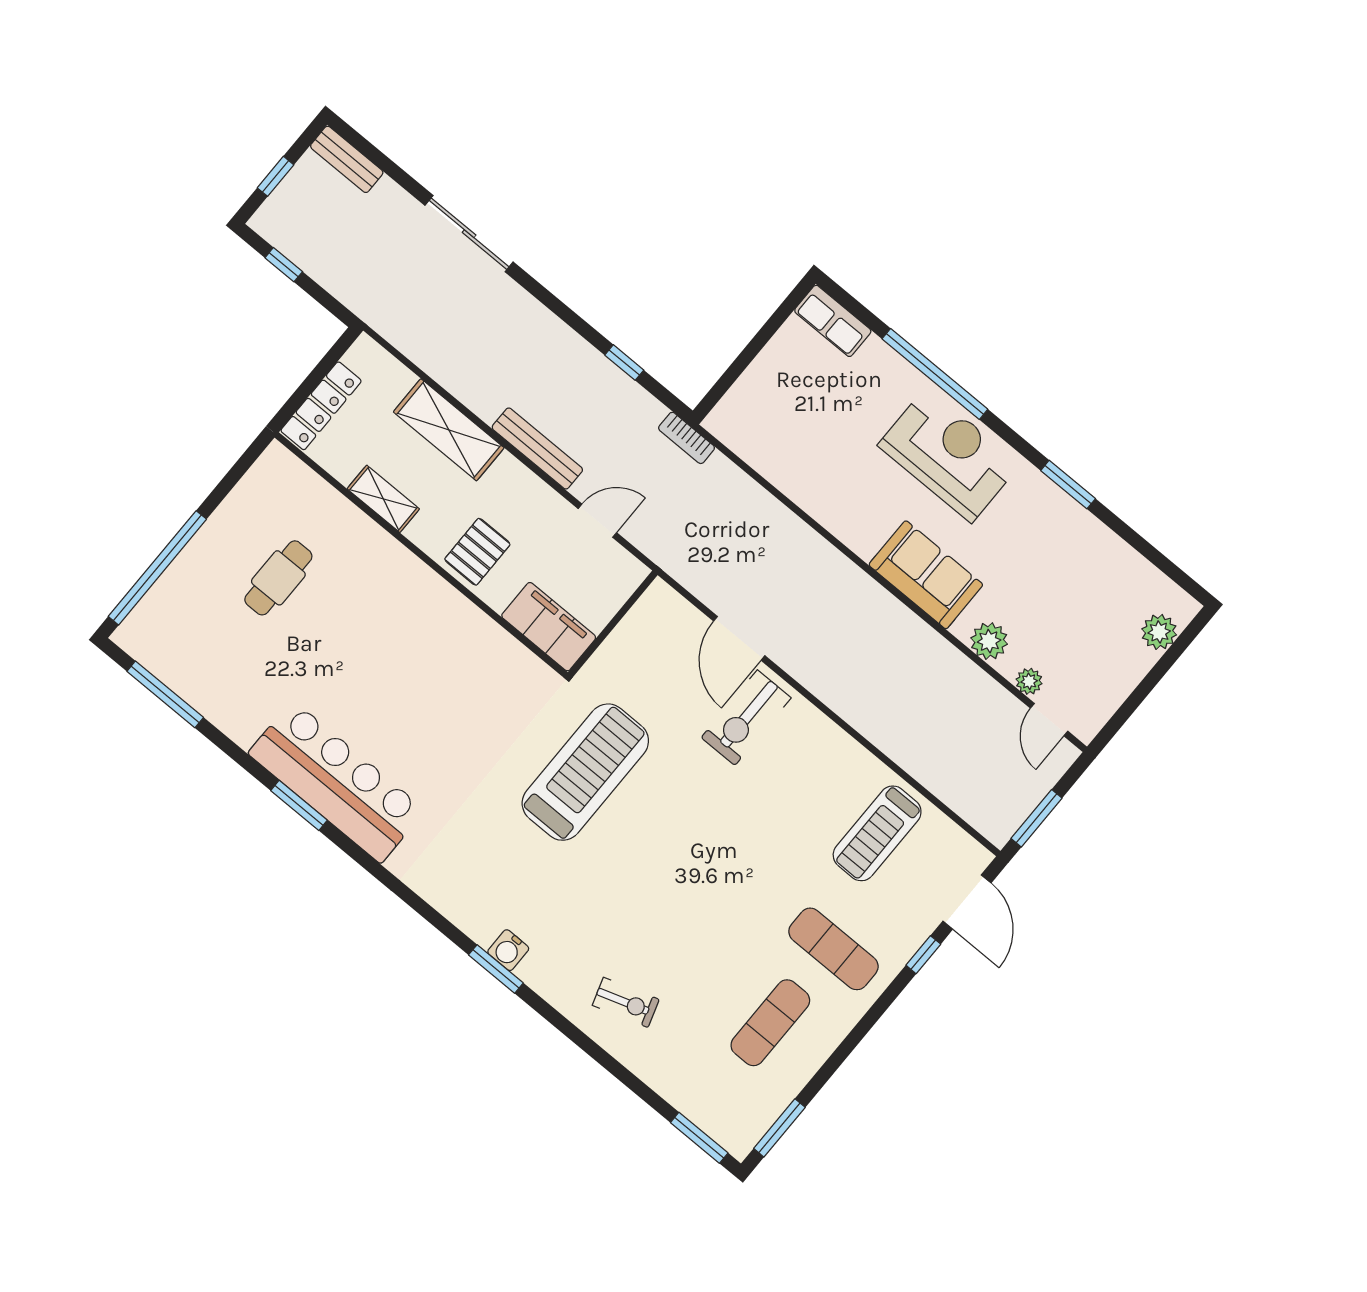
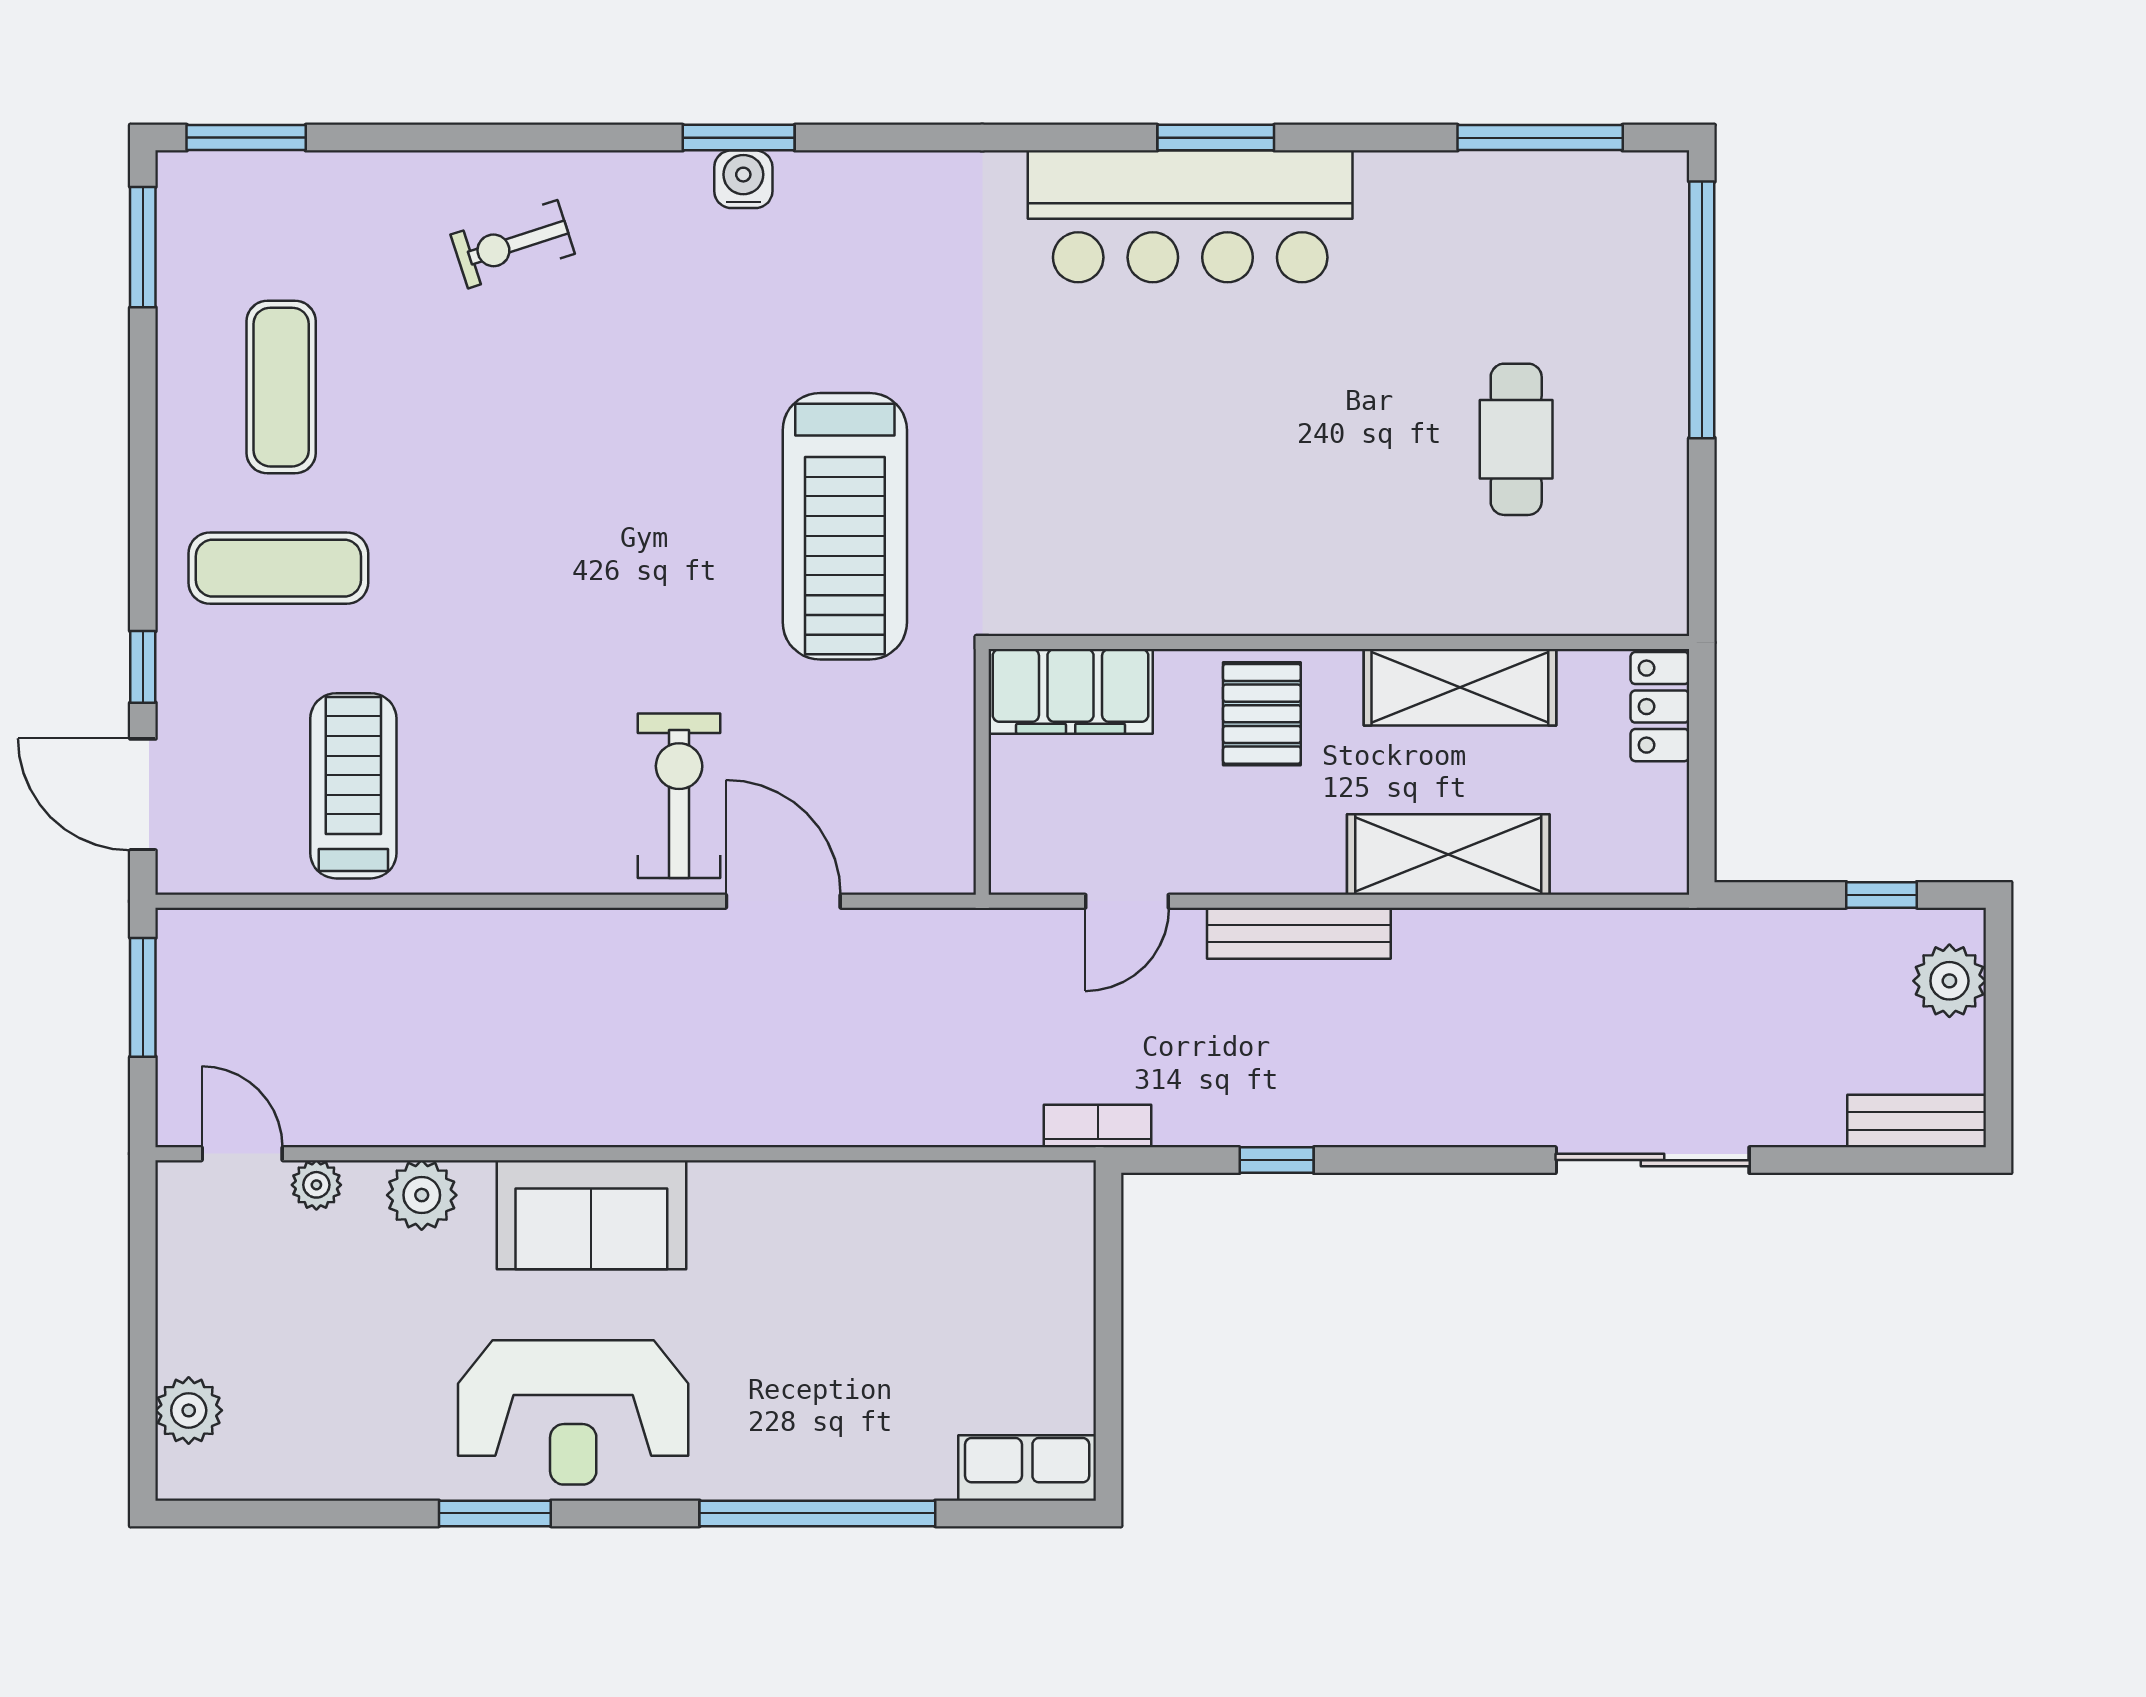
window: (276, 176) -> (1998, 1012), removed
plant: (285, 206) -> (1949, 981), added
locker: (321, 406) -> (1660, 707), width x0.66
reception desk: (949, 455) -> (573, 1412), moved
shelving: (383, 499) -> (1460, 687), width x1.50, depth x1.33

